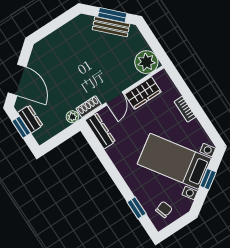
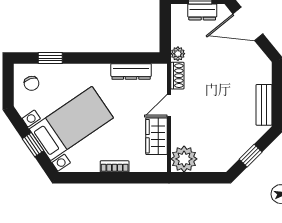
window: (112, 15) -> (251, 156), width x0.67
bench: (111, 27) -> (264, 105), moved, turned -45
door: (115, 99) -> (169, 106), hinge flipped
dresser: (100, 131) -> (131, 71), moved

